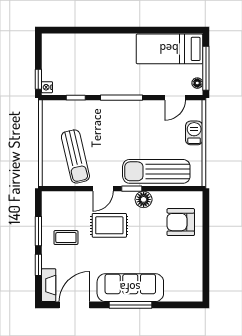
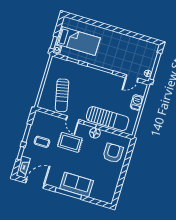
bed: (169, 49) -> (78, 41), moved, turned 180
sun lounger: (156, 171) -> (108, 119), turned 180
door: (103, 189) -> (73, 119), hinge flipped
armchair: (181, 222) -> (113, 153), turned 90
sofa: (130, 288) -> (77, 185), width x0.73

